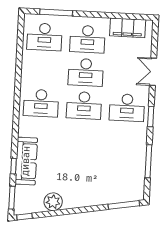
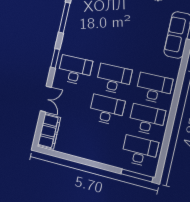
window: (56, 13) -> (137, 175), moved
filing cabinet: (128, 28) -> (49, 131), moved, turned 90
desk: (87, 39) -> (147, 120), moved

